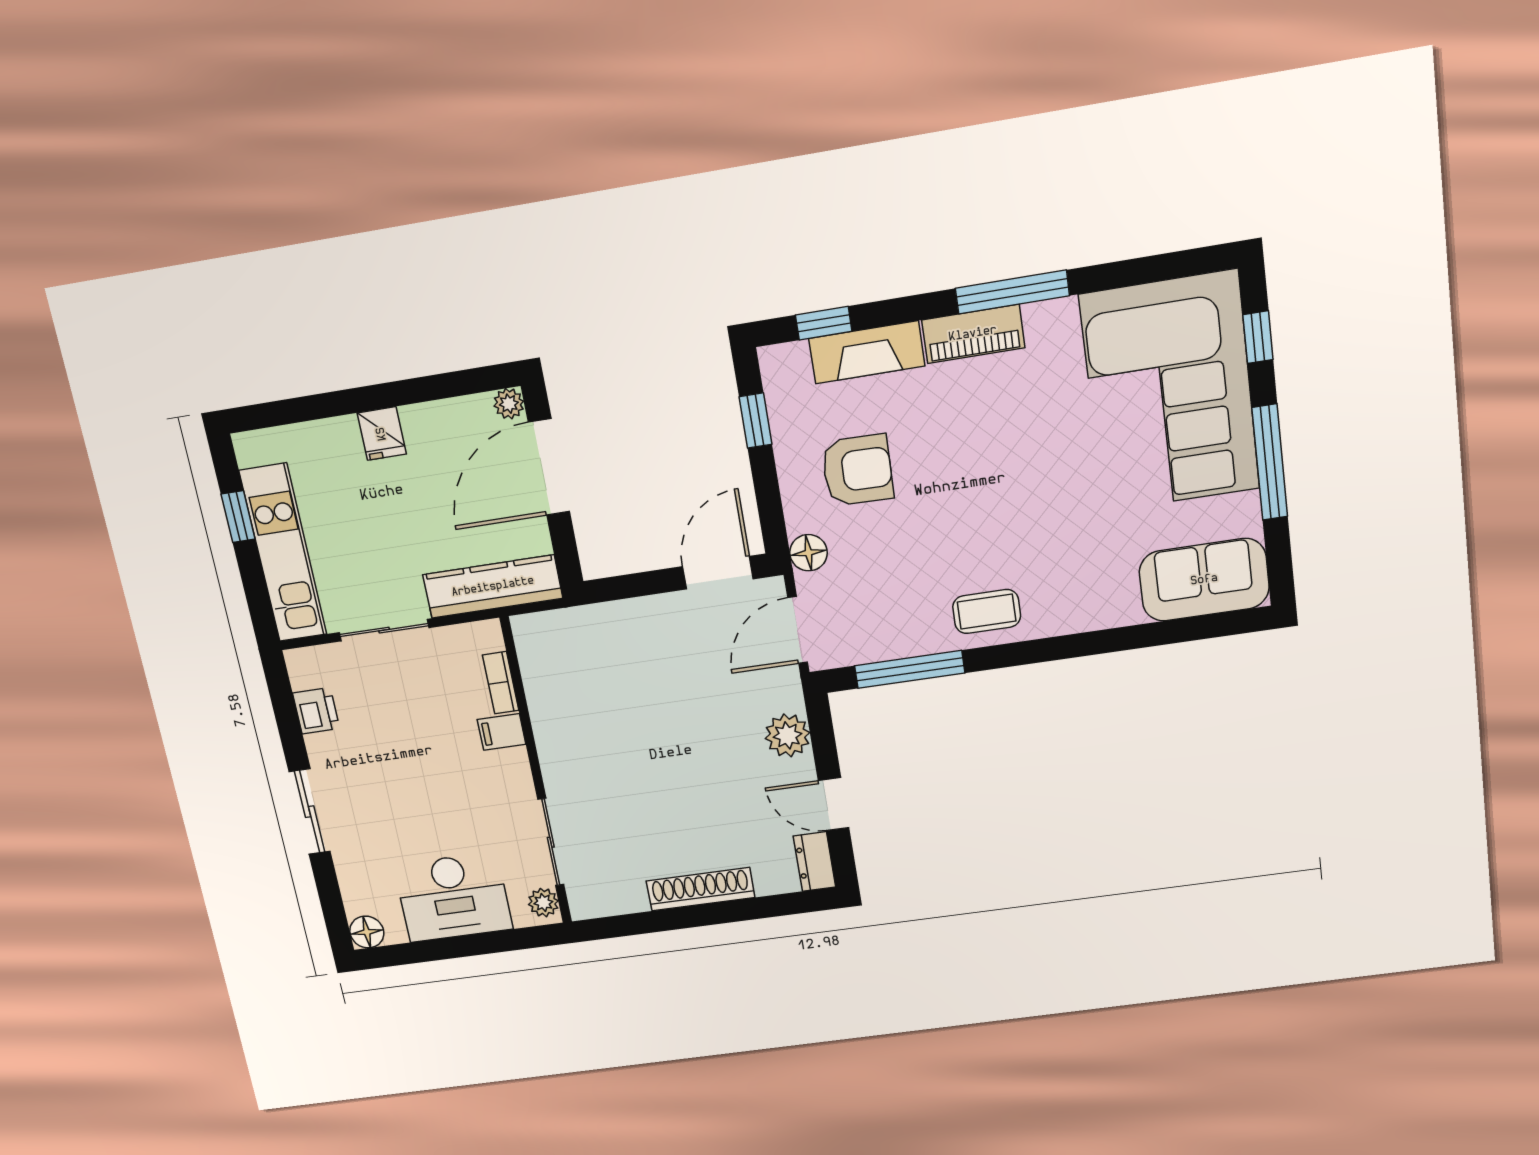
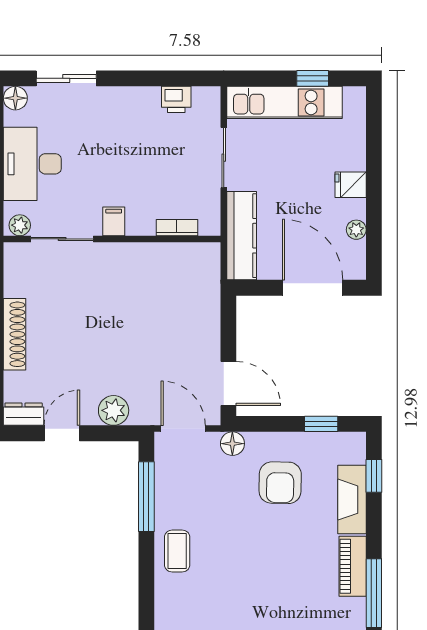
plant: (509, 404) -> (356, 230), moved
filing cabinet: (502, 732) -> (114, 221), moved
sliding door: (310, 812) -> (66, 78), moved

